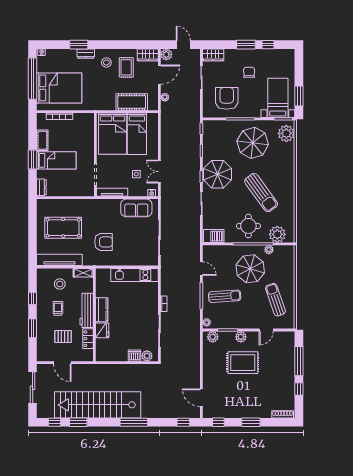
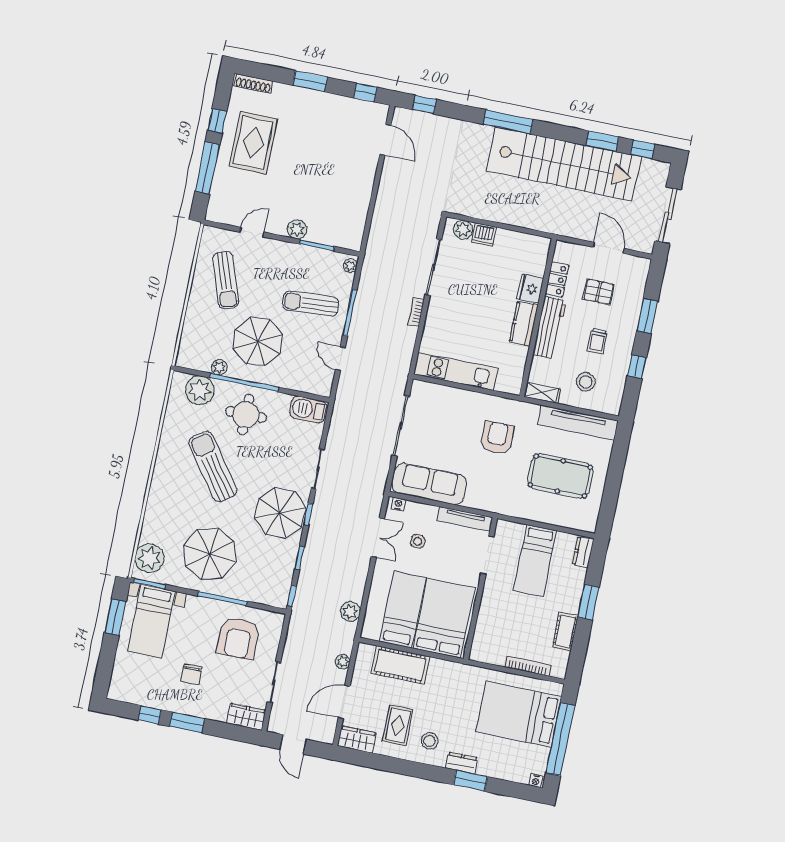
plant: (166, 54) -> (350, 612), moved
bed: (56, 160) -> (535, 561), moved, turned -90
sofa: (136, 208) -> (429, 484), width x1.36
armchair: (103, 242) -> (497, 438), turned 90
plant: (213, 337) -> (345, 239), removed
rug: (243, 363) -> (253, 143), moved, turned 90

